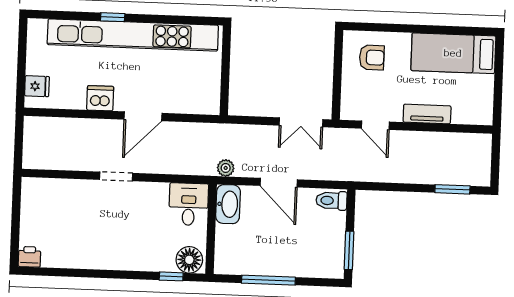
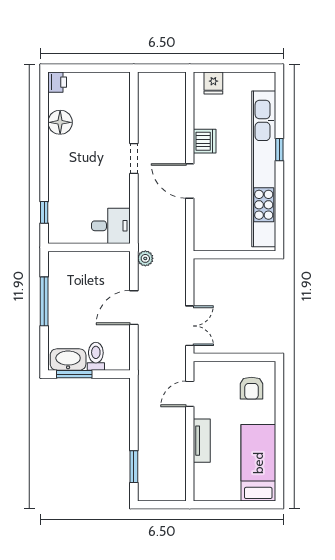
double door: (301, 122) -> (190, 326), swing flipped
toilet: (331, 201) -> (96, 356), moved
washbasin: (228, 204) -> (68, 360), moved, turned 180
floor lamp: (189, 260) -> (60, 122), moved

